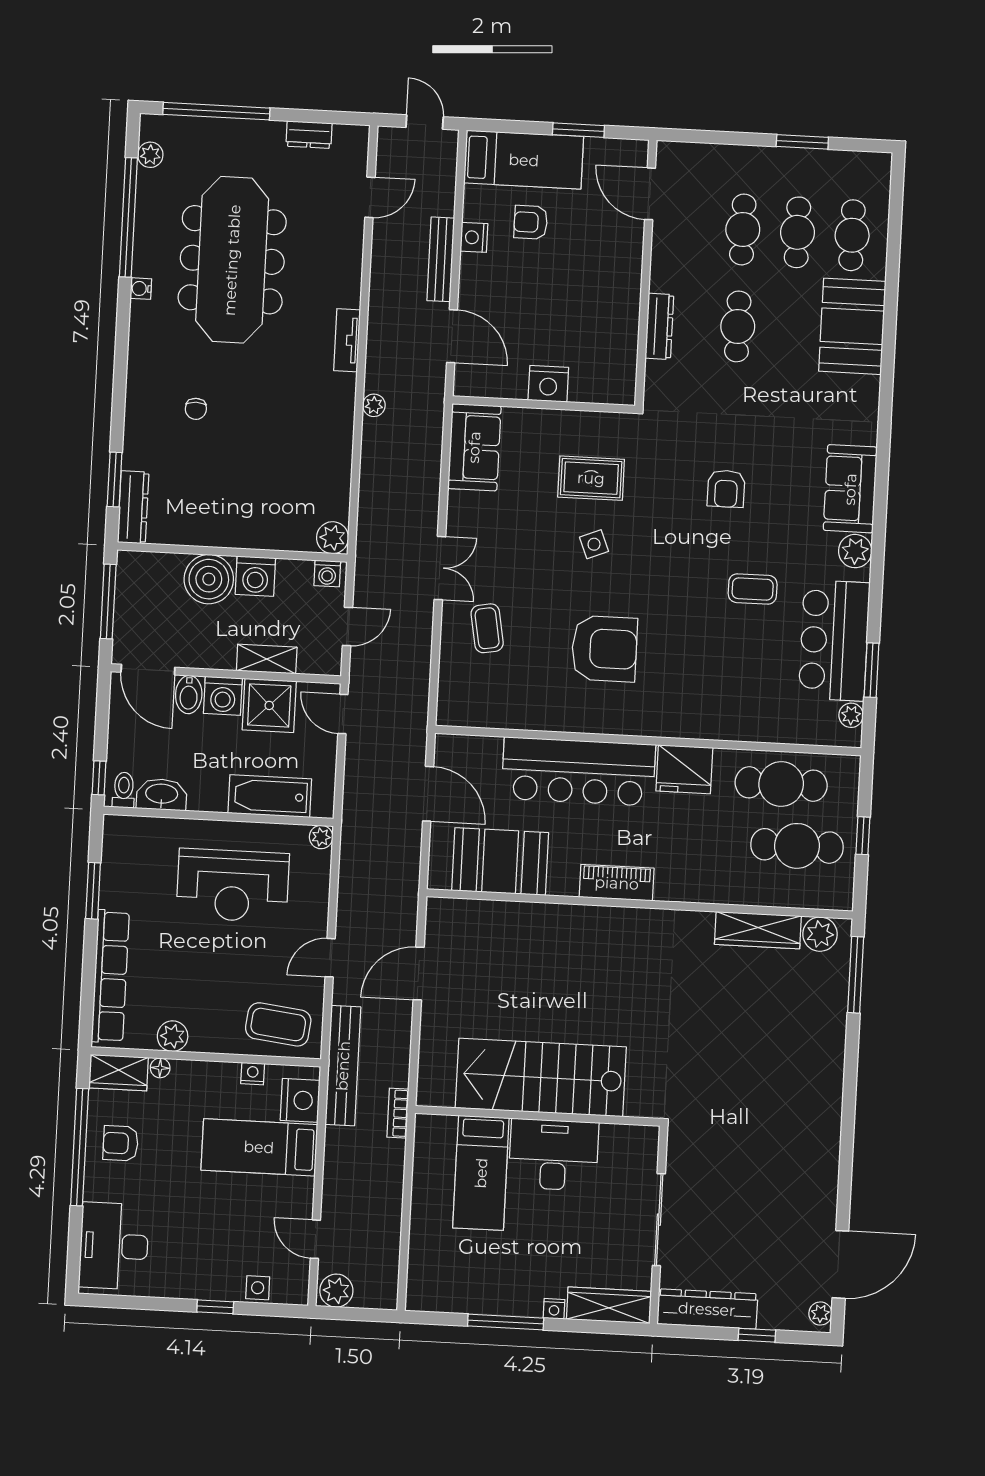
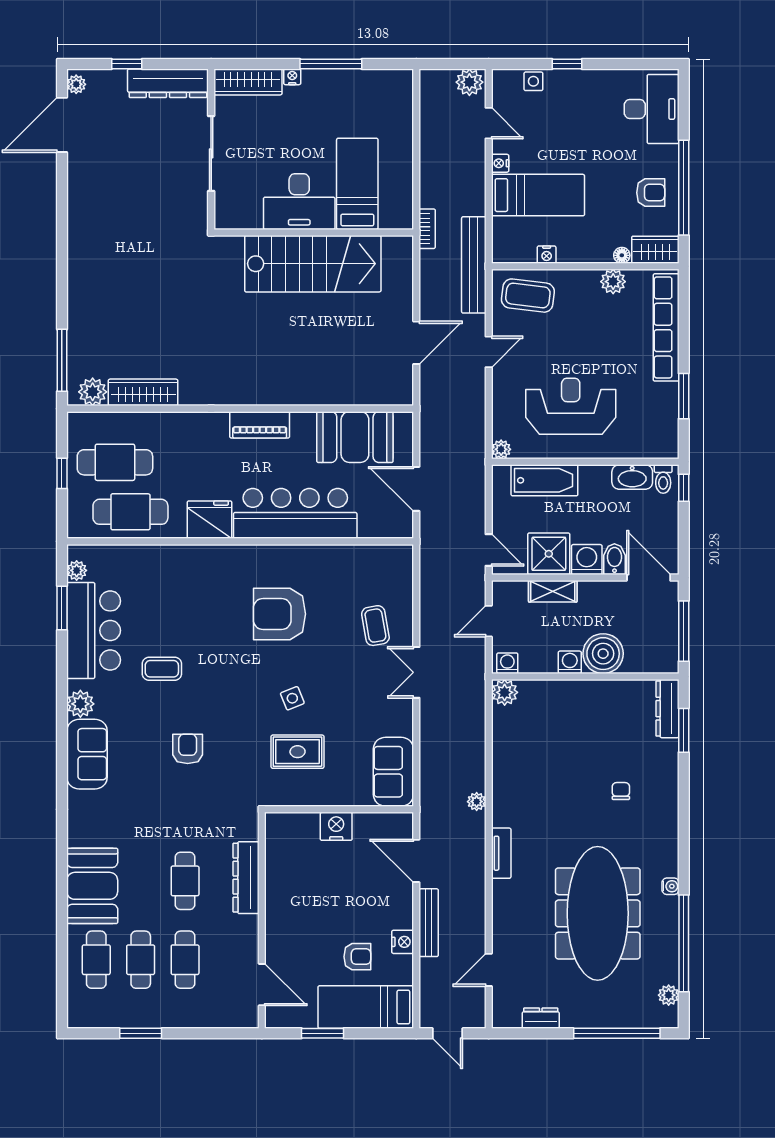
dresser: (659, 326) -> (246, 878), width x1.37, depth x1.24
washing machine: (255, 576) -> (570, 662), width x0.73, depth x0.73
nightstand: (300, 1100) -> (500, 163), moved, width x0.53, depth x0.56

